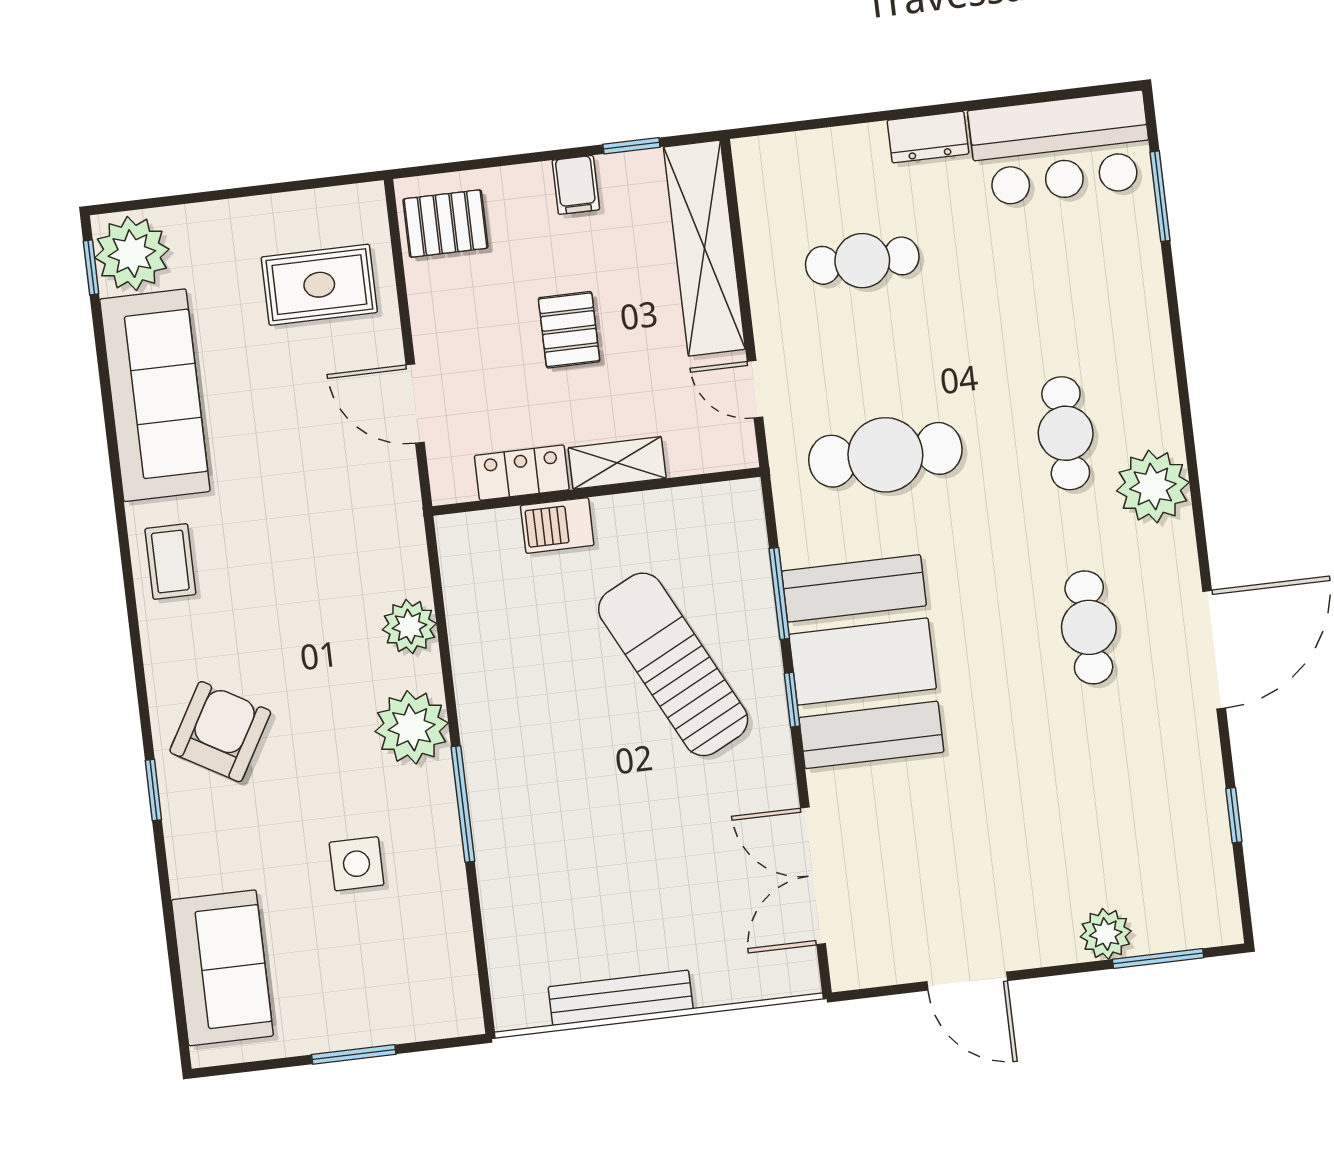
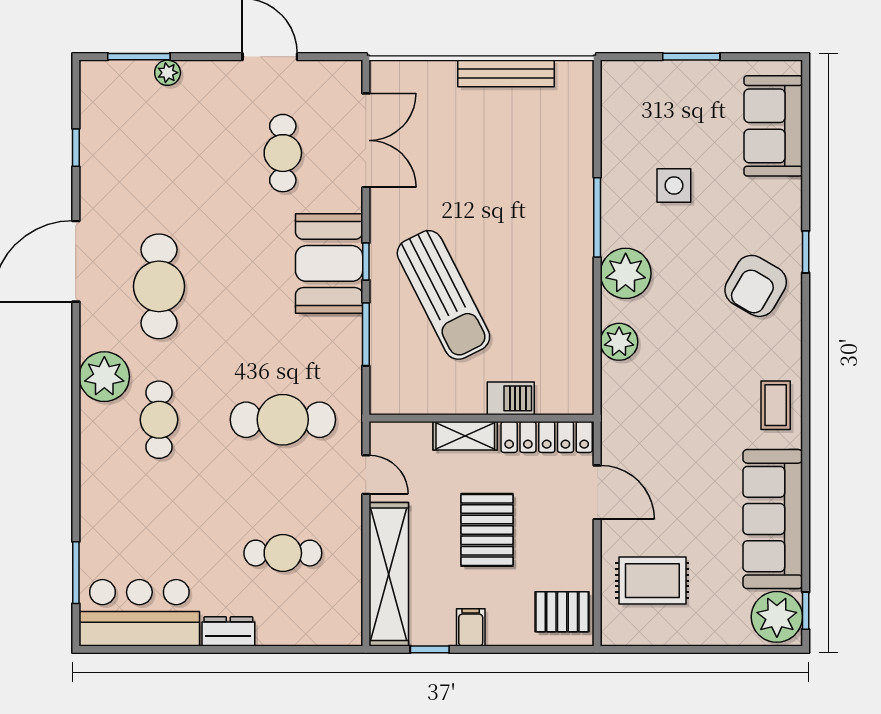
pallet: (569, 330) -> (487, 530), width x1.50, depth x1.42
locker: (522, 473) -> (547, 437), width x1.53
cafe table: (1089, 627) -> (159, 286), width x1.37, depth x1.35
booth: (863, 662) -> (329, 263), width x0.73, depth x0.70
cafe table: (932, 843) -> (283, 153), added
plant: (1106, 934) -> (168, 73), width x0.73, depth x0.73

